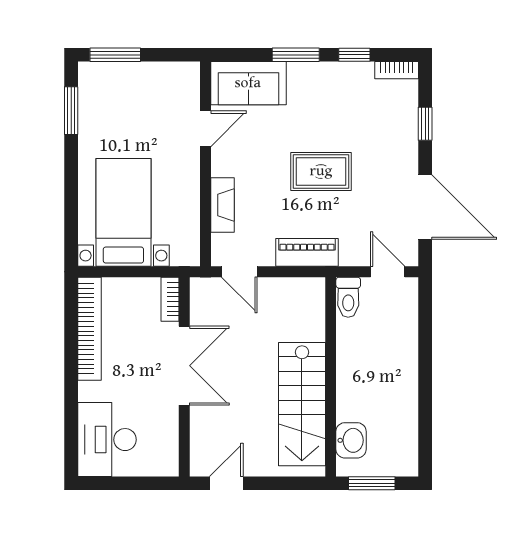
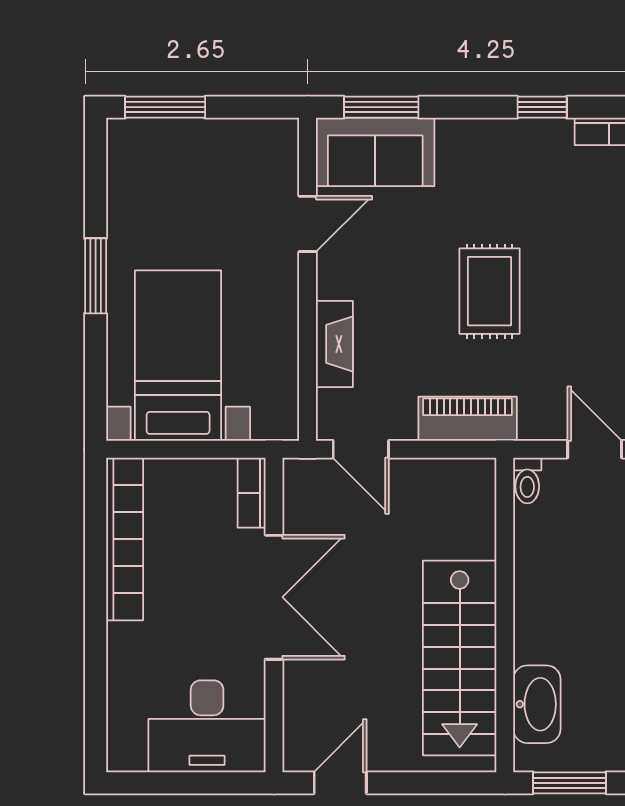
window: (296, 55) -> (381, 107), moved
window: (71, 111) -> (96, 276), moved
rug: (321, 171) -> (490, 291), turned 90
toilet: (348, 297) -> (527, 480), width x0.73, depth x0.72
desk: (107, 440) -> (207, 726), moved, turned -90
washbasin: (351, 440) -> (537, 704), width x1.38

